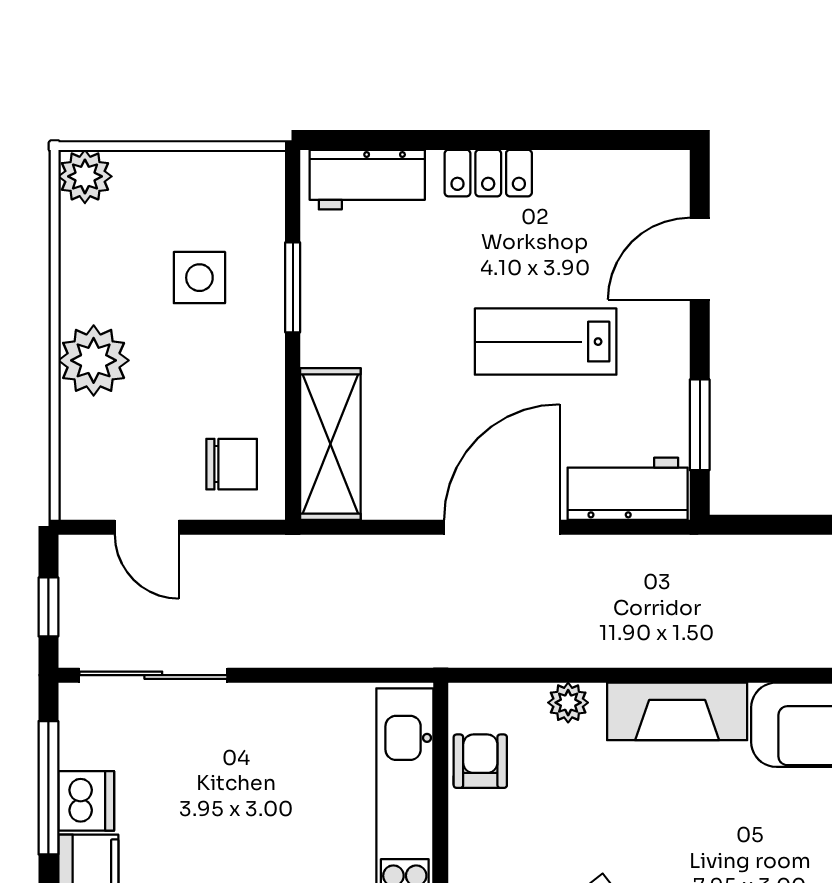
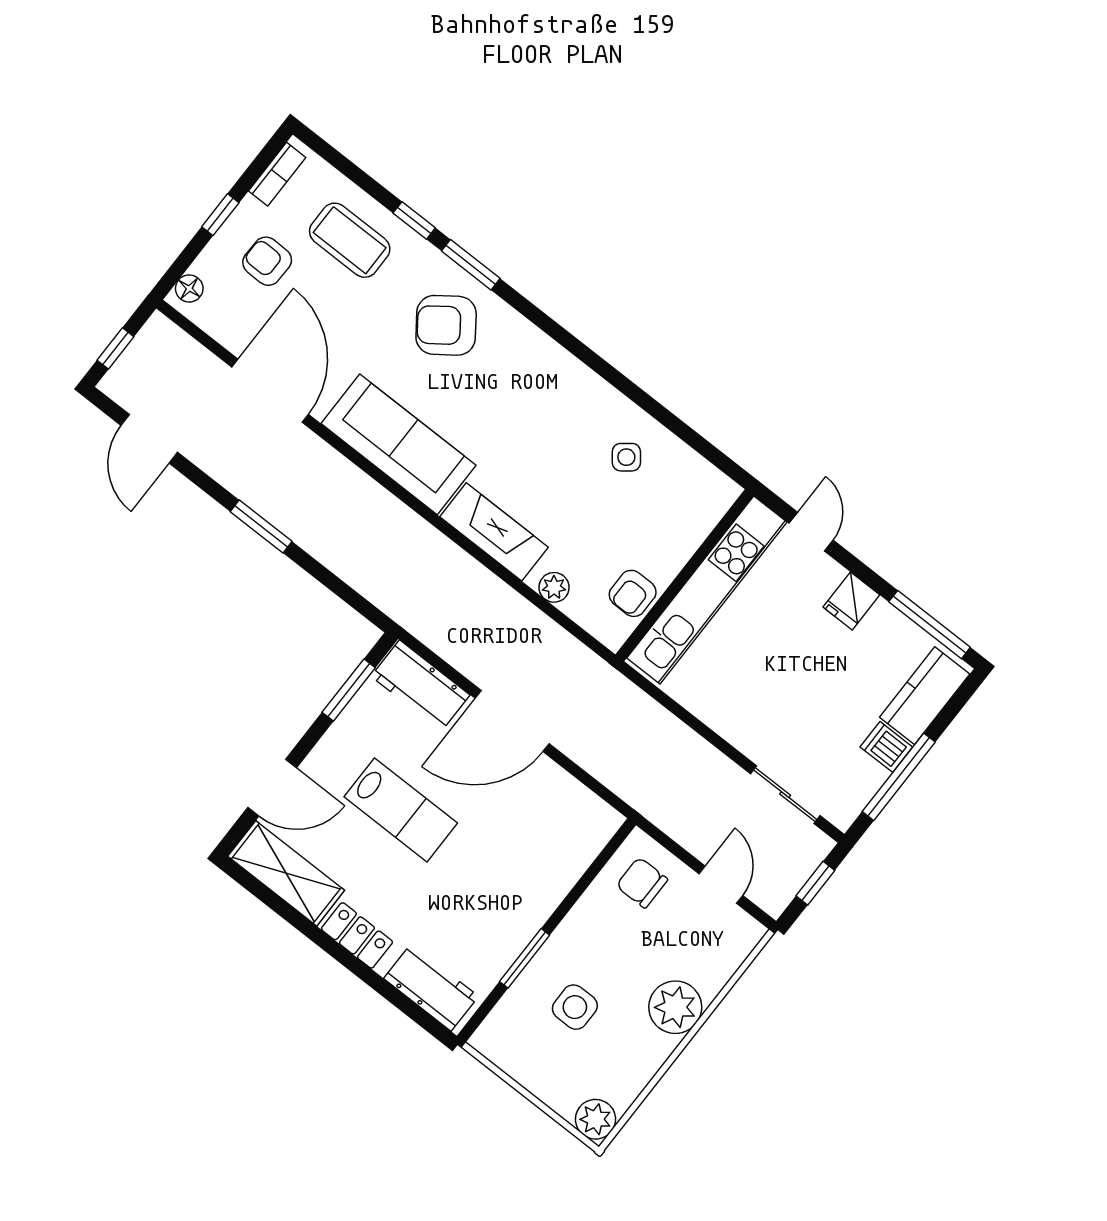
shelving: (330, 444) -> (286, 873), moved, turned 90
sliding door: (153, 675) -> (785, 795), width x0.73
dishwasher: (86, 801) -> (886, 747), width x0.73

